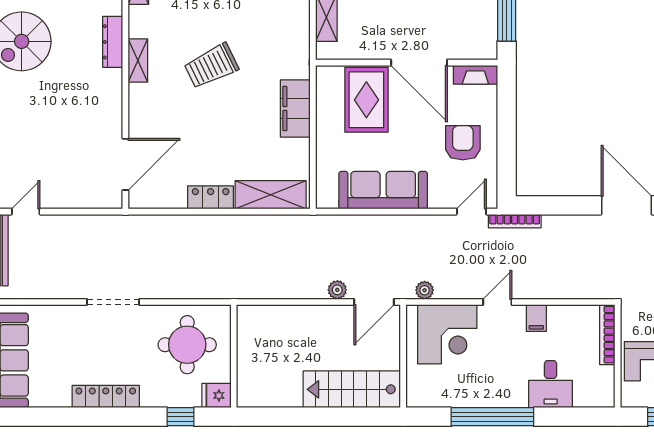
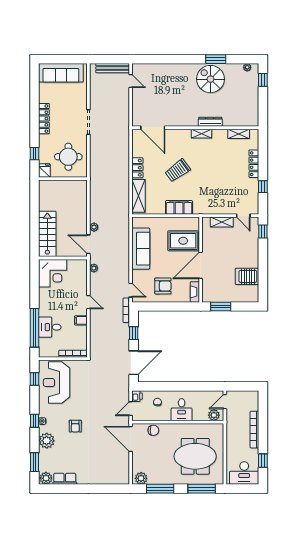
trolley: (211, 66) -> (178, 170), moved, turned -100
window: (563, 205) -> (134, 333), added
corner desk: (447, 334) -> (53, 273), moved, turned -90
window: (492, 417) -> (35, 328), moved

